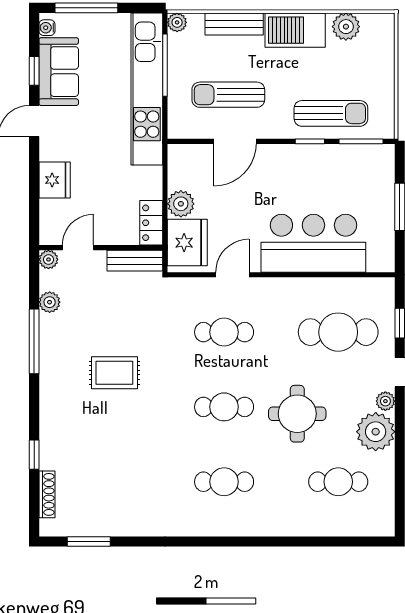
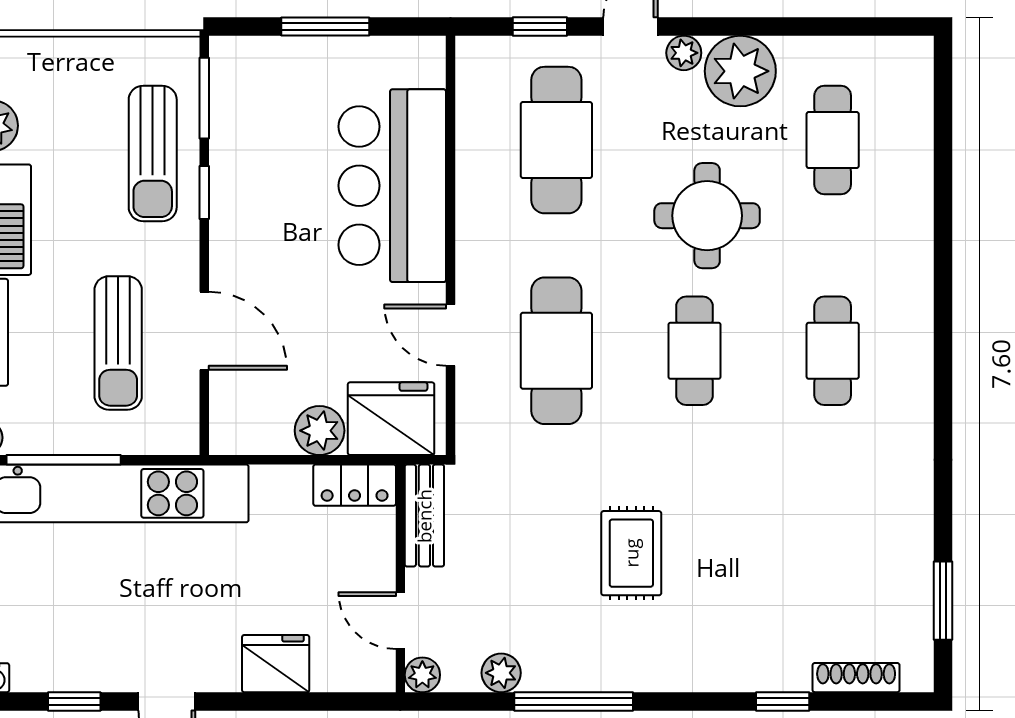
sofa: (59, 72) -> (75, 656), removed
sun lounger: (331, 113) -> (153, 153), turned 180
cafe table: (224, 332) -> (556, 351), width x1.37, depth x1.35

